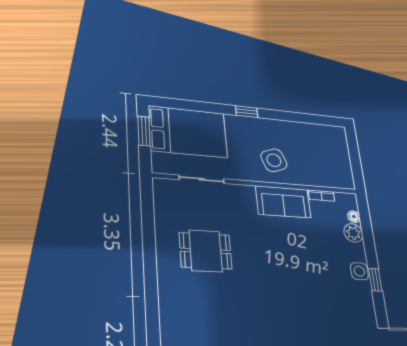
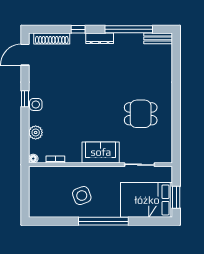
window: (247, 112) -> (103, 221), width x3.17
side table: (274, 160) -> (82, 196), moved
sofa: (283, 202) -> (101, 152), moved
floor lamp: (354, 217) -> (33, 159), moved

